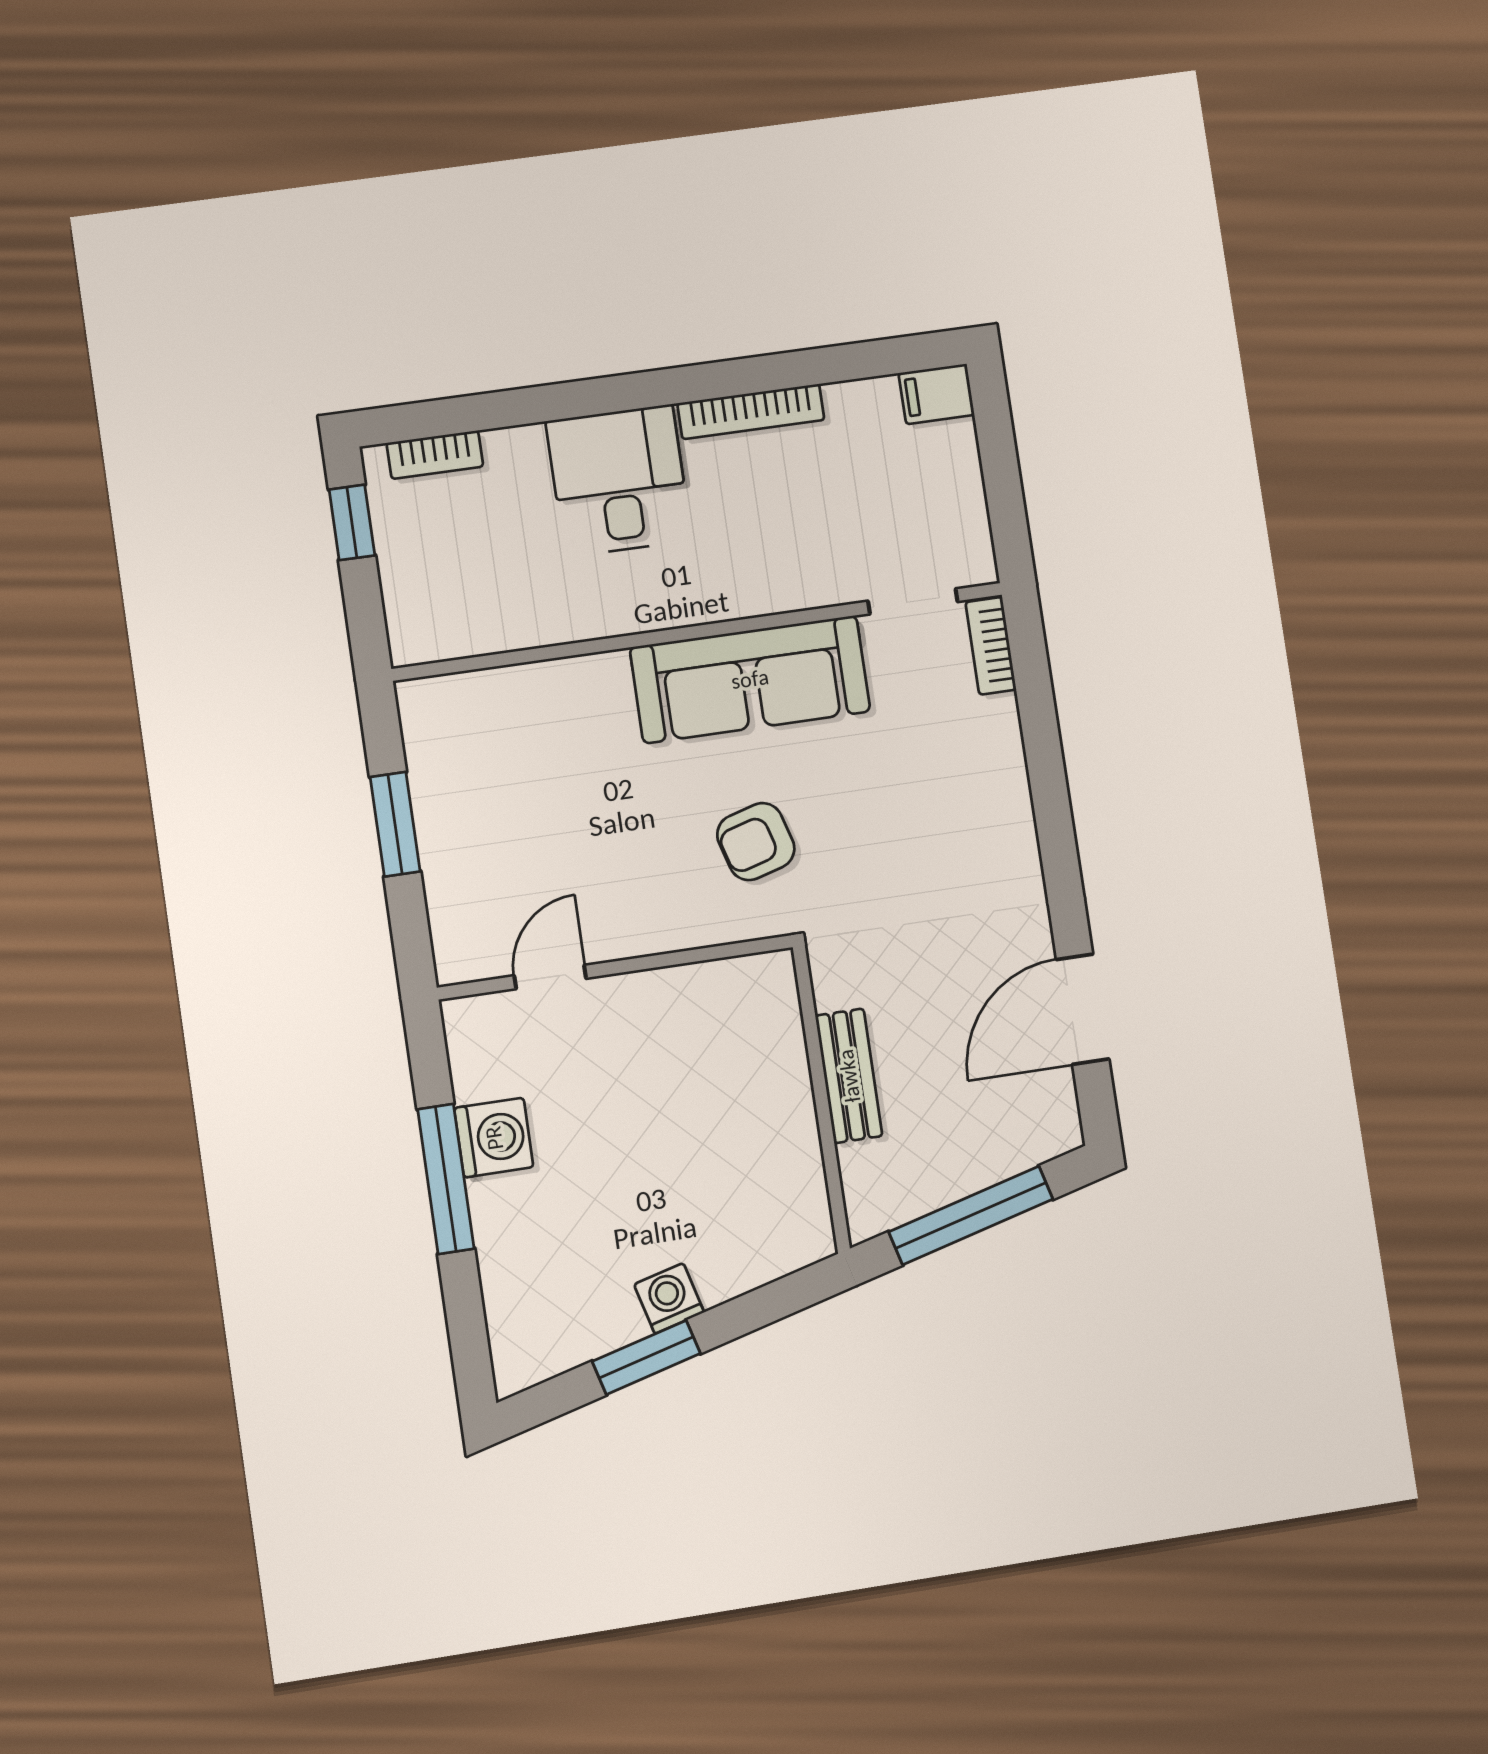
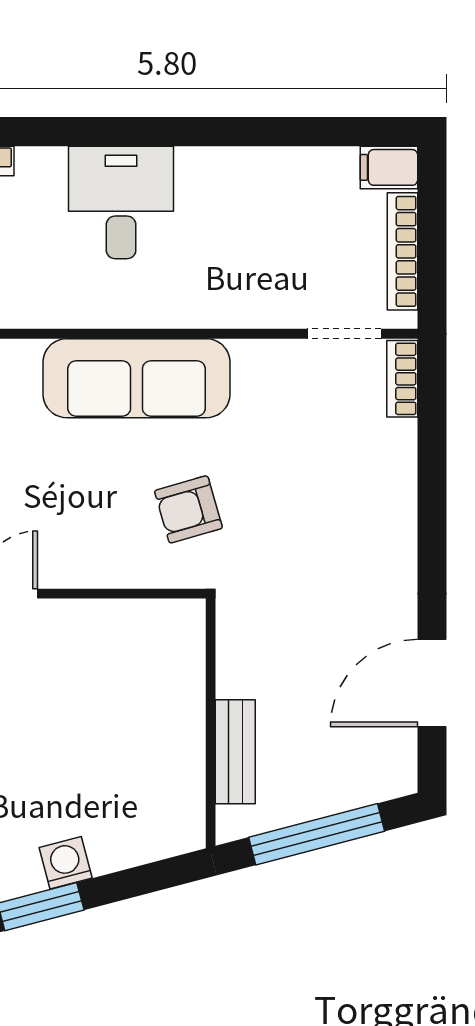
bookcase: (751, 412) -> (402, 251), moved, turned 90
sofa: (750, 679) -> (137, 378), moved
bench: (849, 1076) -> (235, 752), moved

